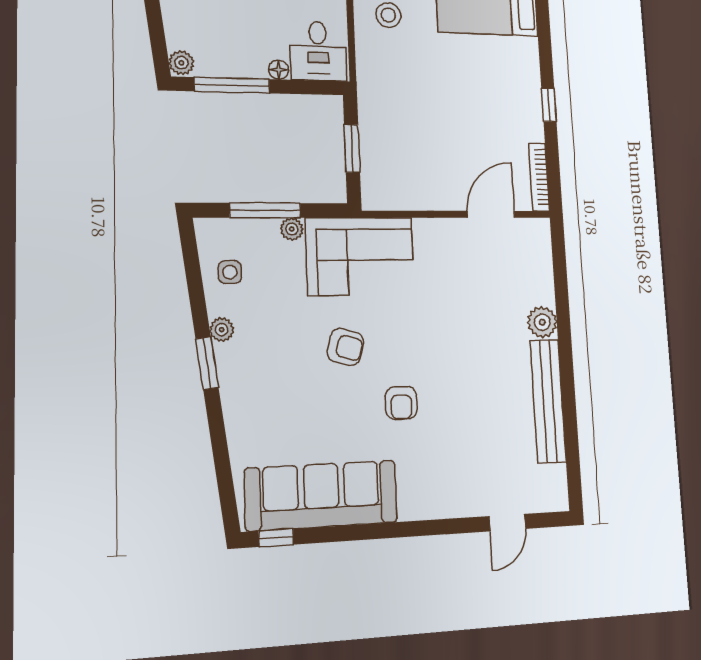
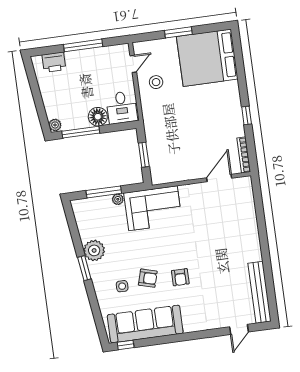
floor lamp: (279, 70) -> (98, 117), width x1.89, depth x1.89
side table: (230, 272) -> (122, 286), moved
plant: (542, 322) -> (251, 230), removed
plant: (222, 330) -> (94, 250), width x1.87, depth x1.87
armchair: (345, 347) -> (148, 278), moved
bench: (548, 401) -> (260, 292), moved

